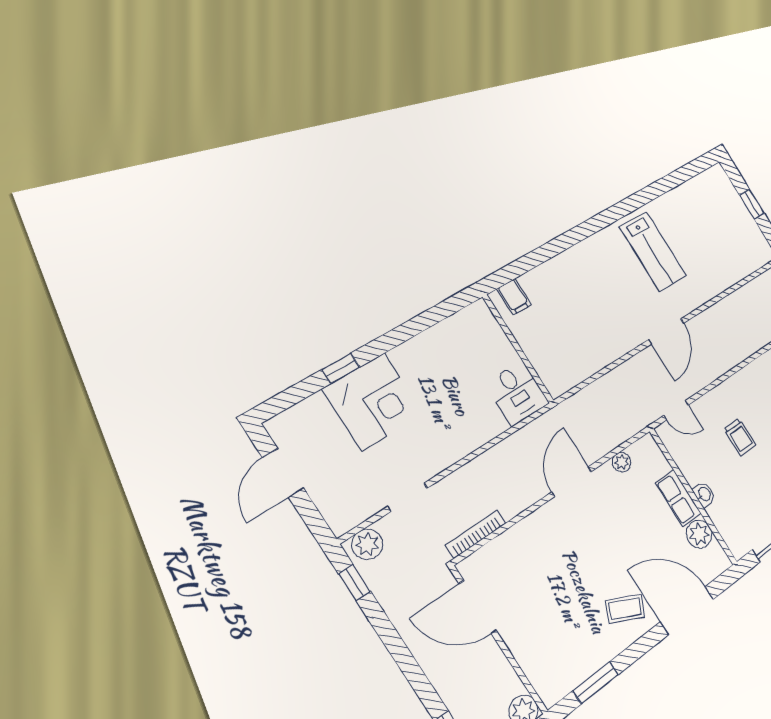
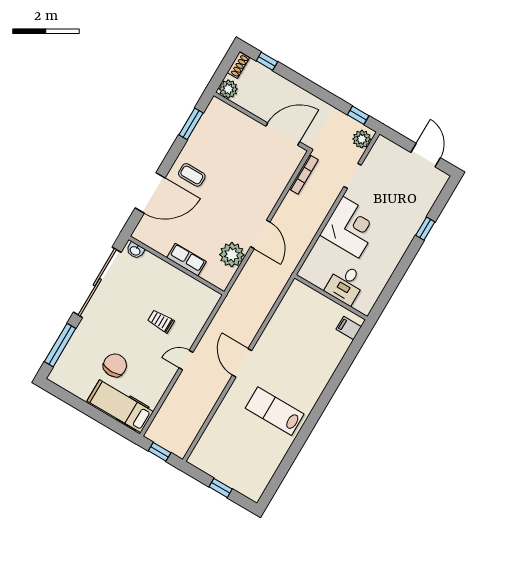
desk: (517, 393) -> (346, 284), moved, turned -90
corner desk: (373, 402) -> (351, 227), moved, turned 180
door: (676, 410) -> (186, 360), moved
plant: (622, 462) -> (232, 255), width x1.87, depth x1.87
washbasin: (704, 494) -> (135, 250), moved
plant: (699, 534) -> (162, 244), removed
coffee table: (625, 609) -> (192, 175), turned 65

